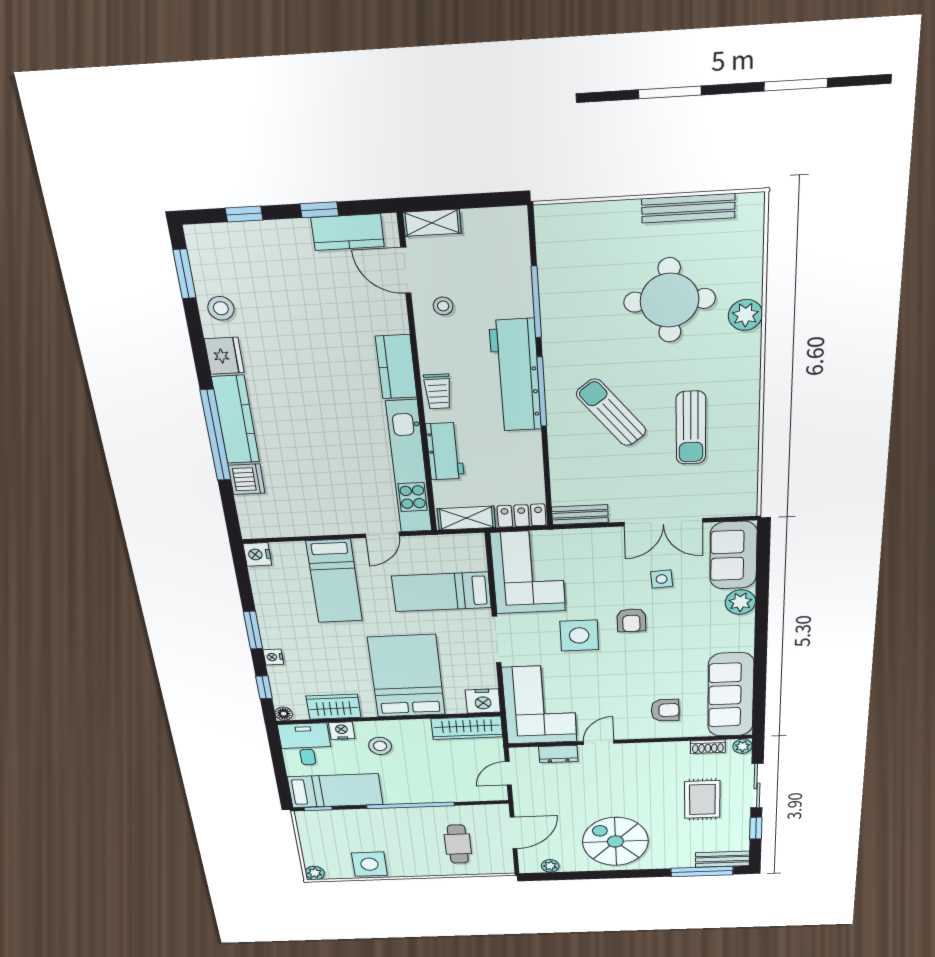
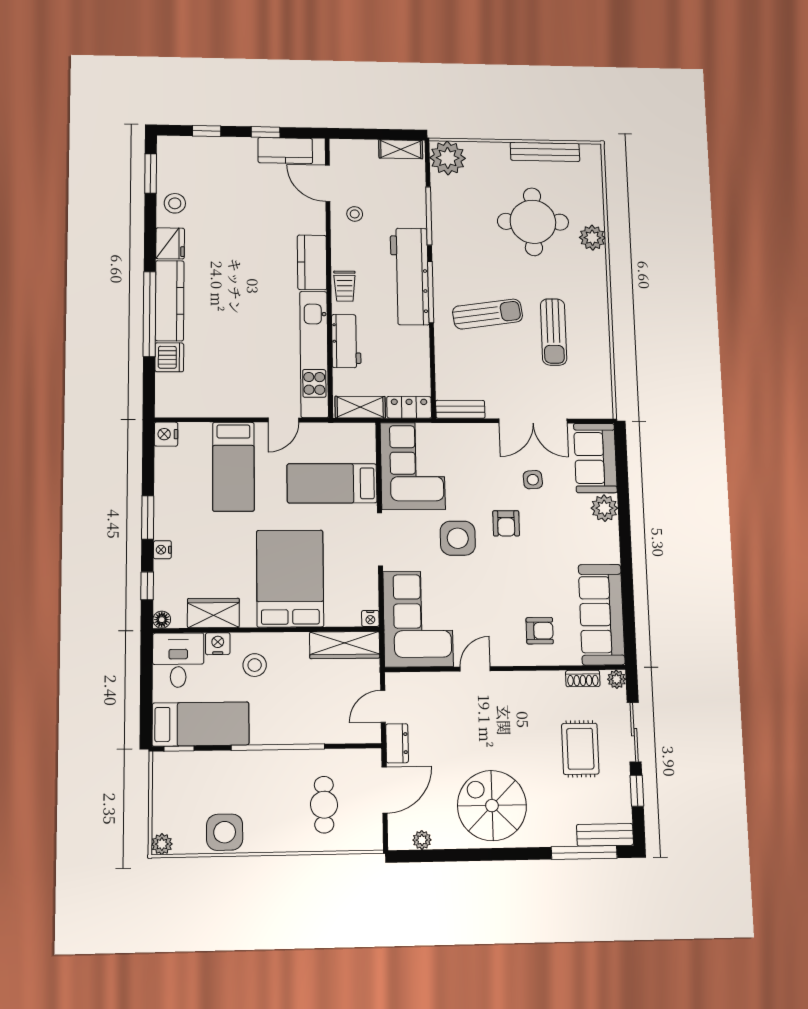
shelving: (432, 223) -> (401, 149), moved
plant: (558, 226) -> (448, 158), added
sun lounger: (611, 412) -> (488, 314), turned 120
nightstand: (483, 701) -> (370, 618), width x0.53, depth x0.56
dresser: (558, 754) -> (397, 743), moved, turned -90

